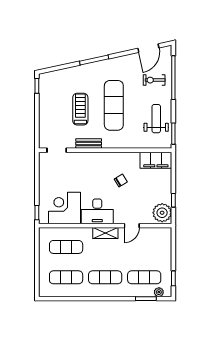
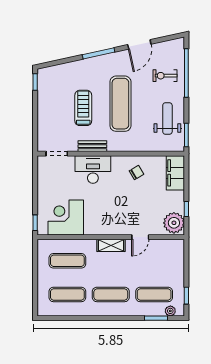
door: (148, 48) -> (139, 44), moved
filing cabinet: (156, 160) -> (175, 173), moved, turned 90
chair: (121, 180) -> (136, 173), moved
desk: (97, 211) -> (93, 169), moved, turned 180

